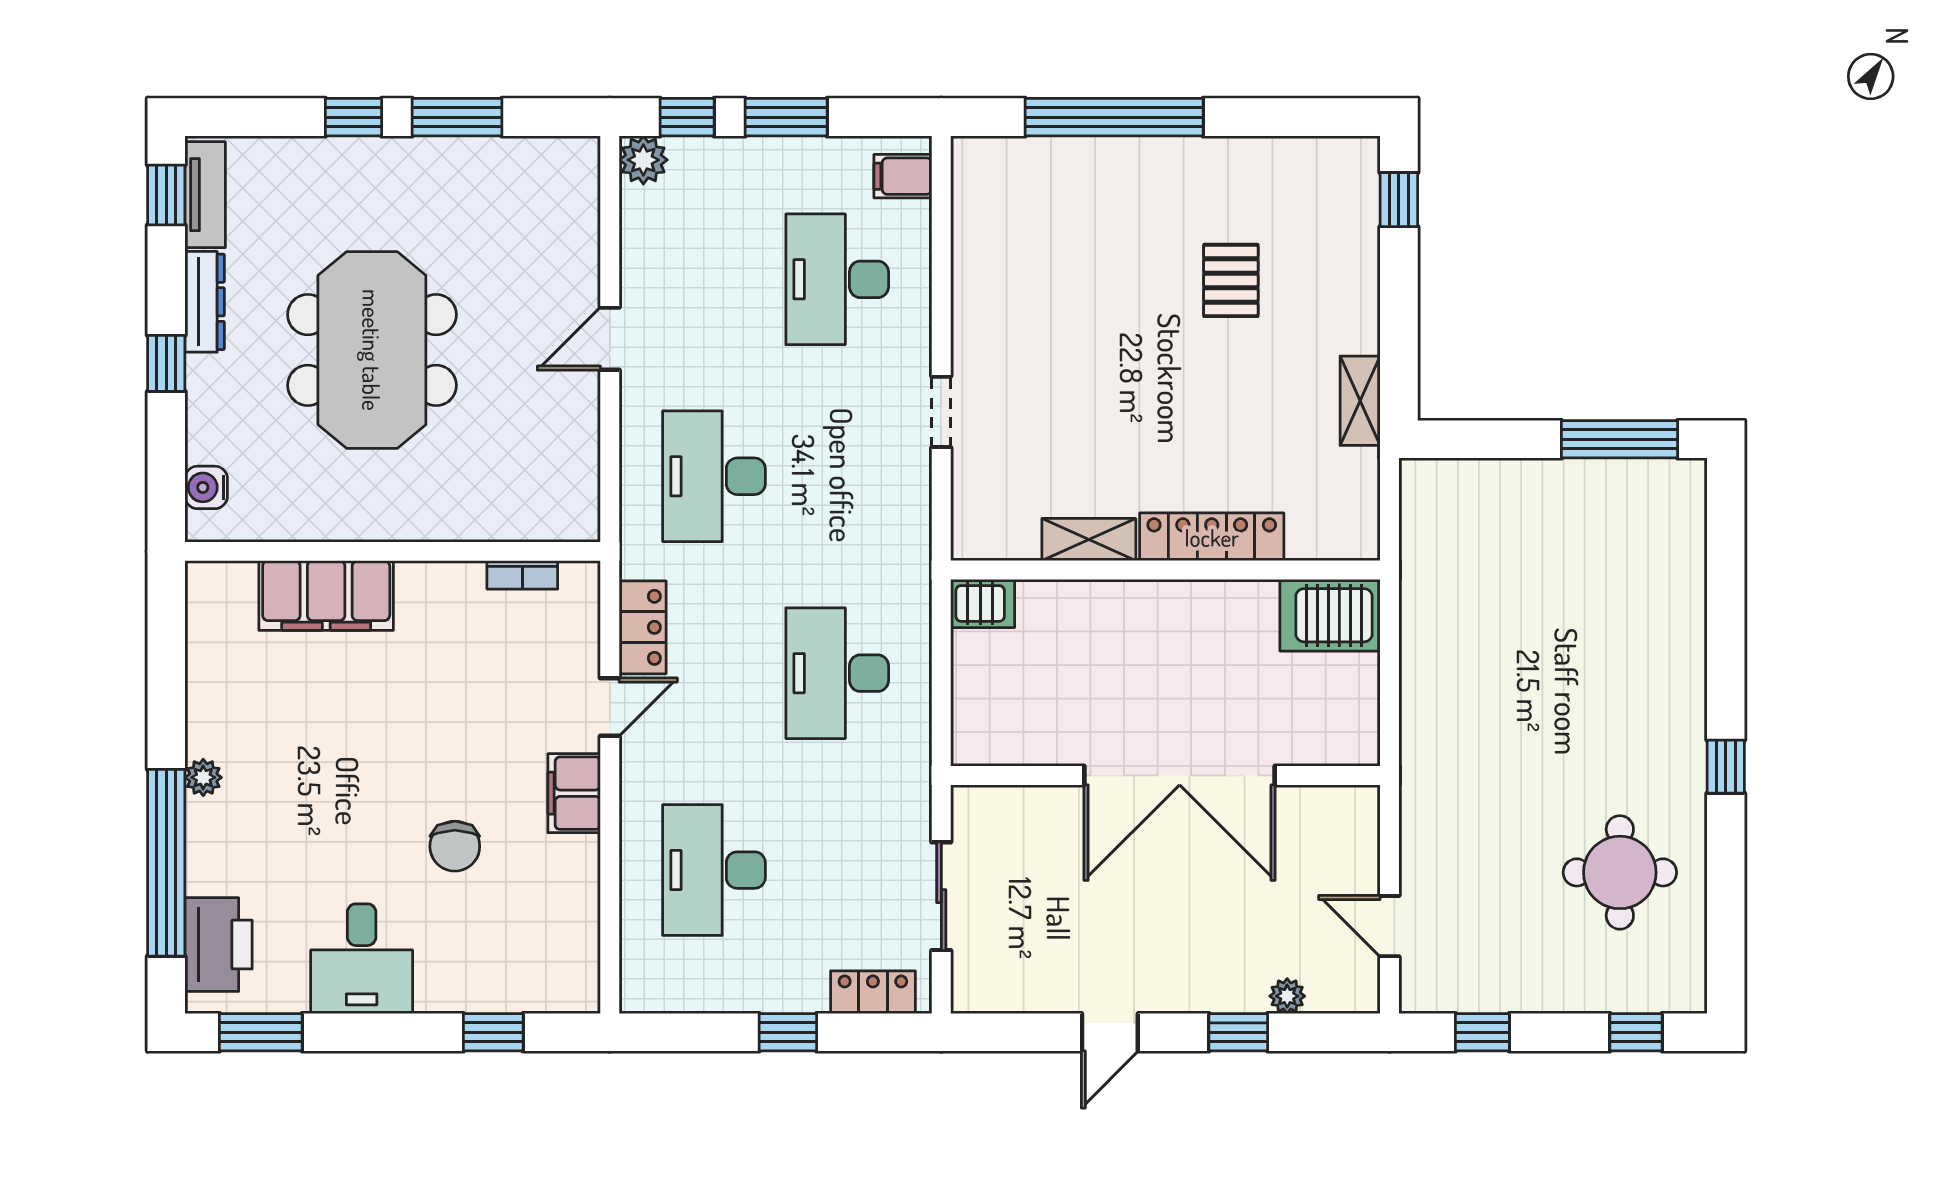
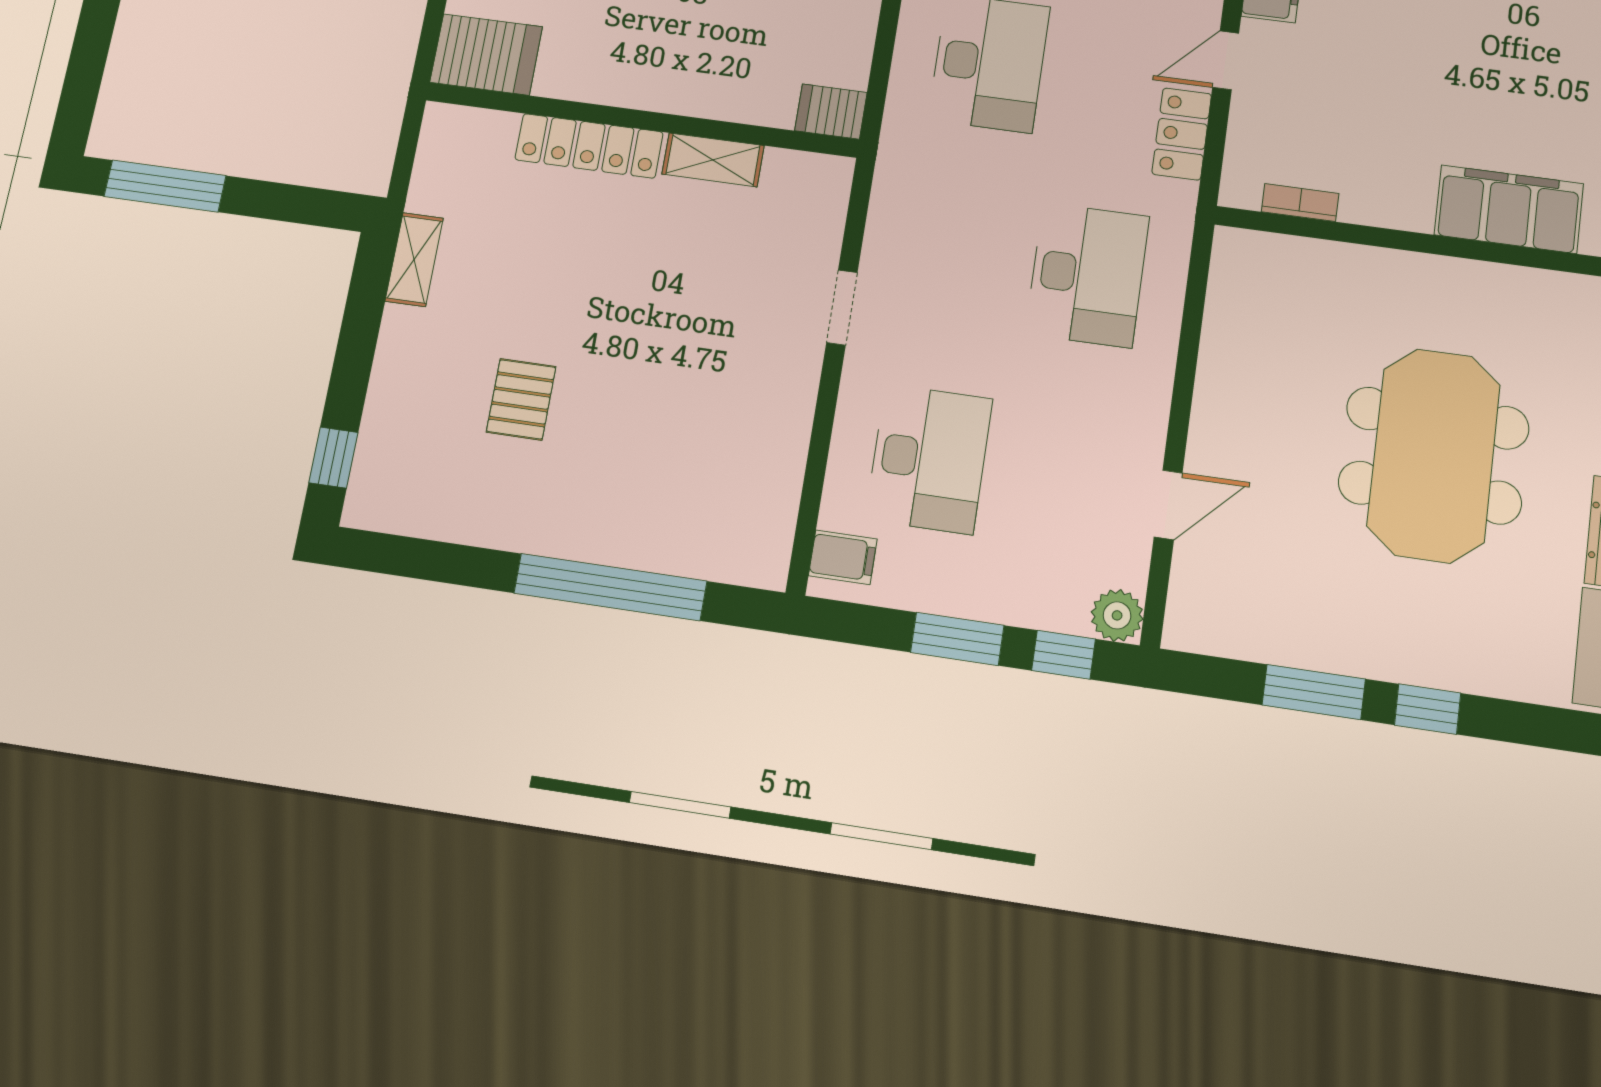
door: (610, 339) -> (1168, 505), moved

